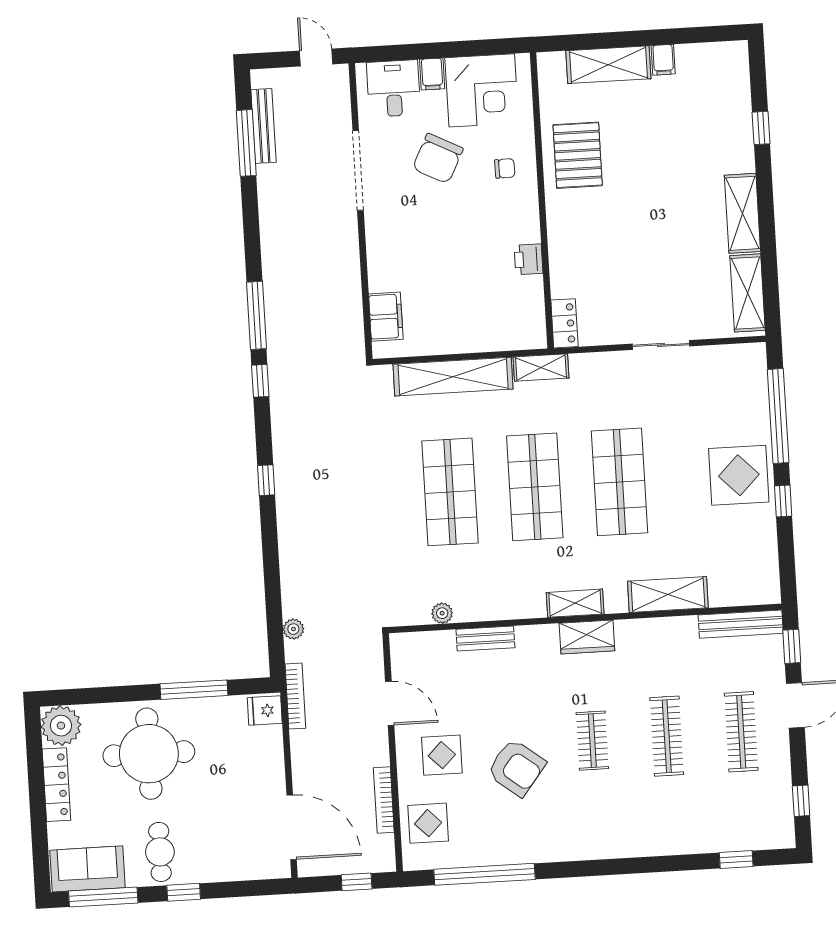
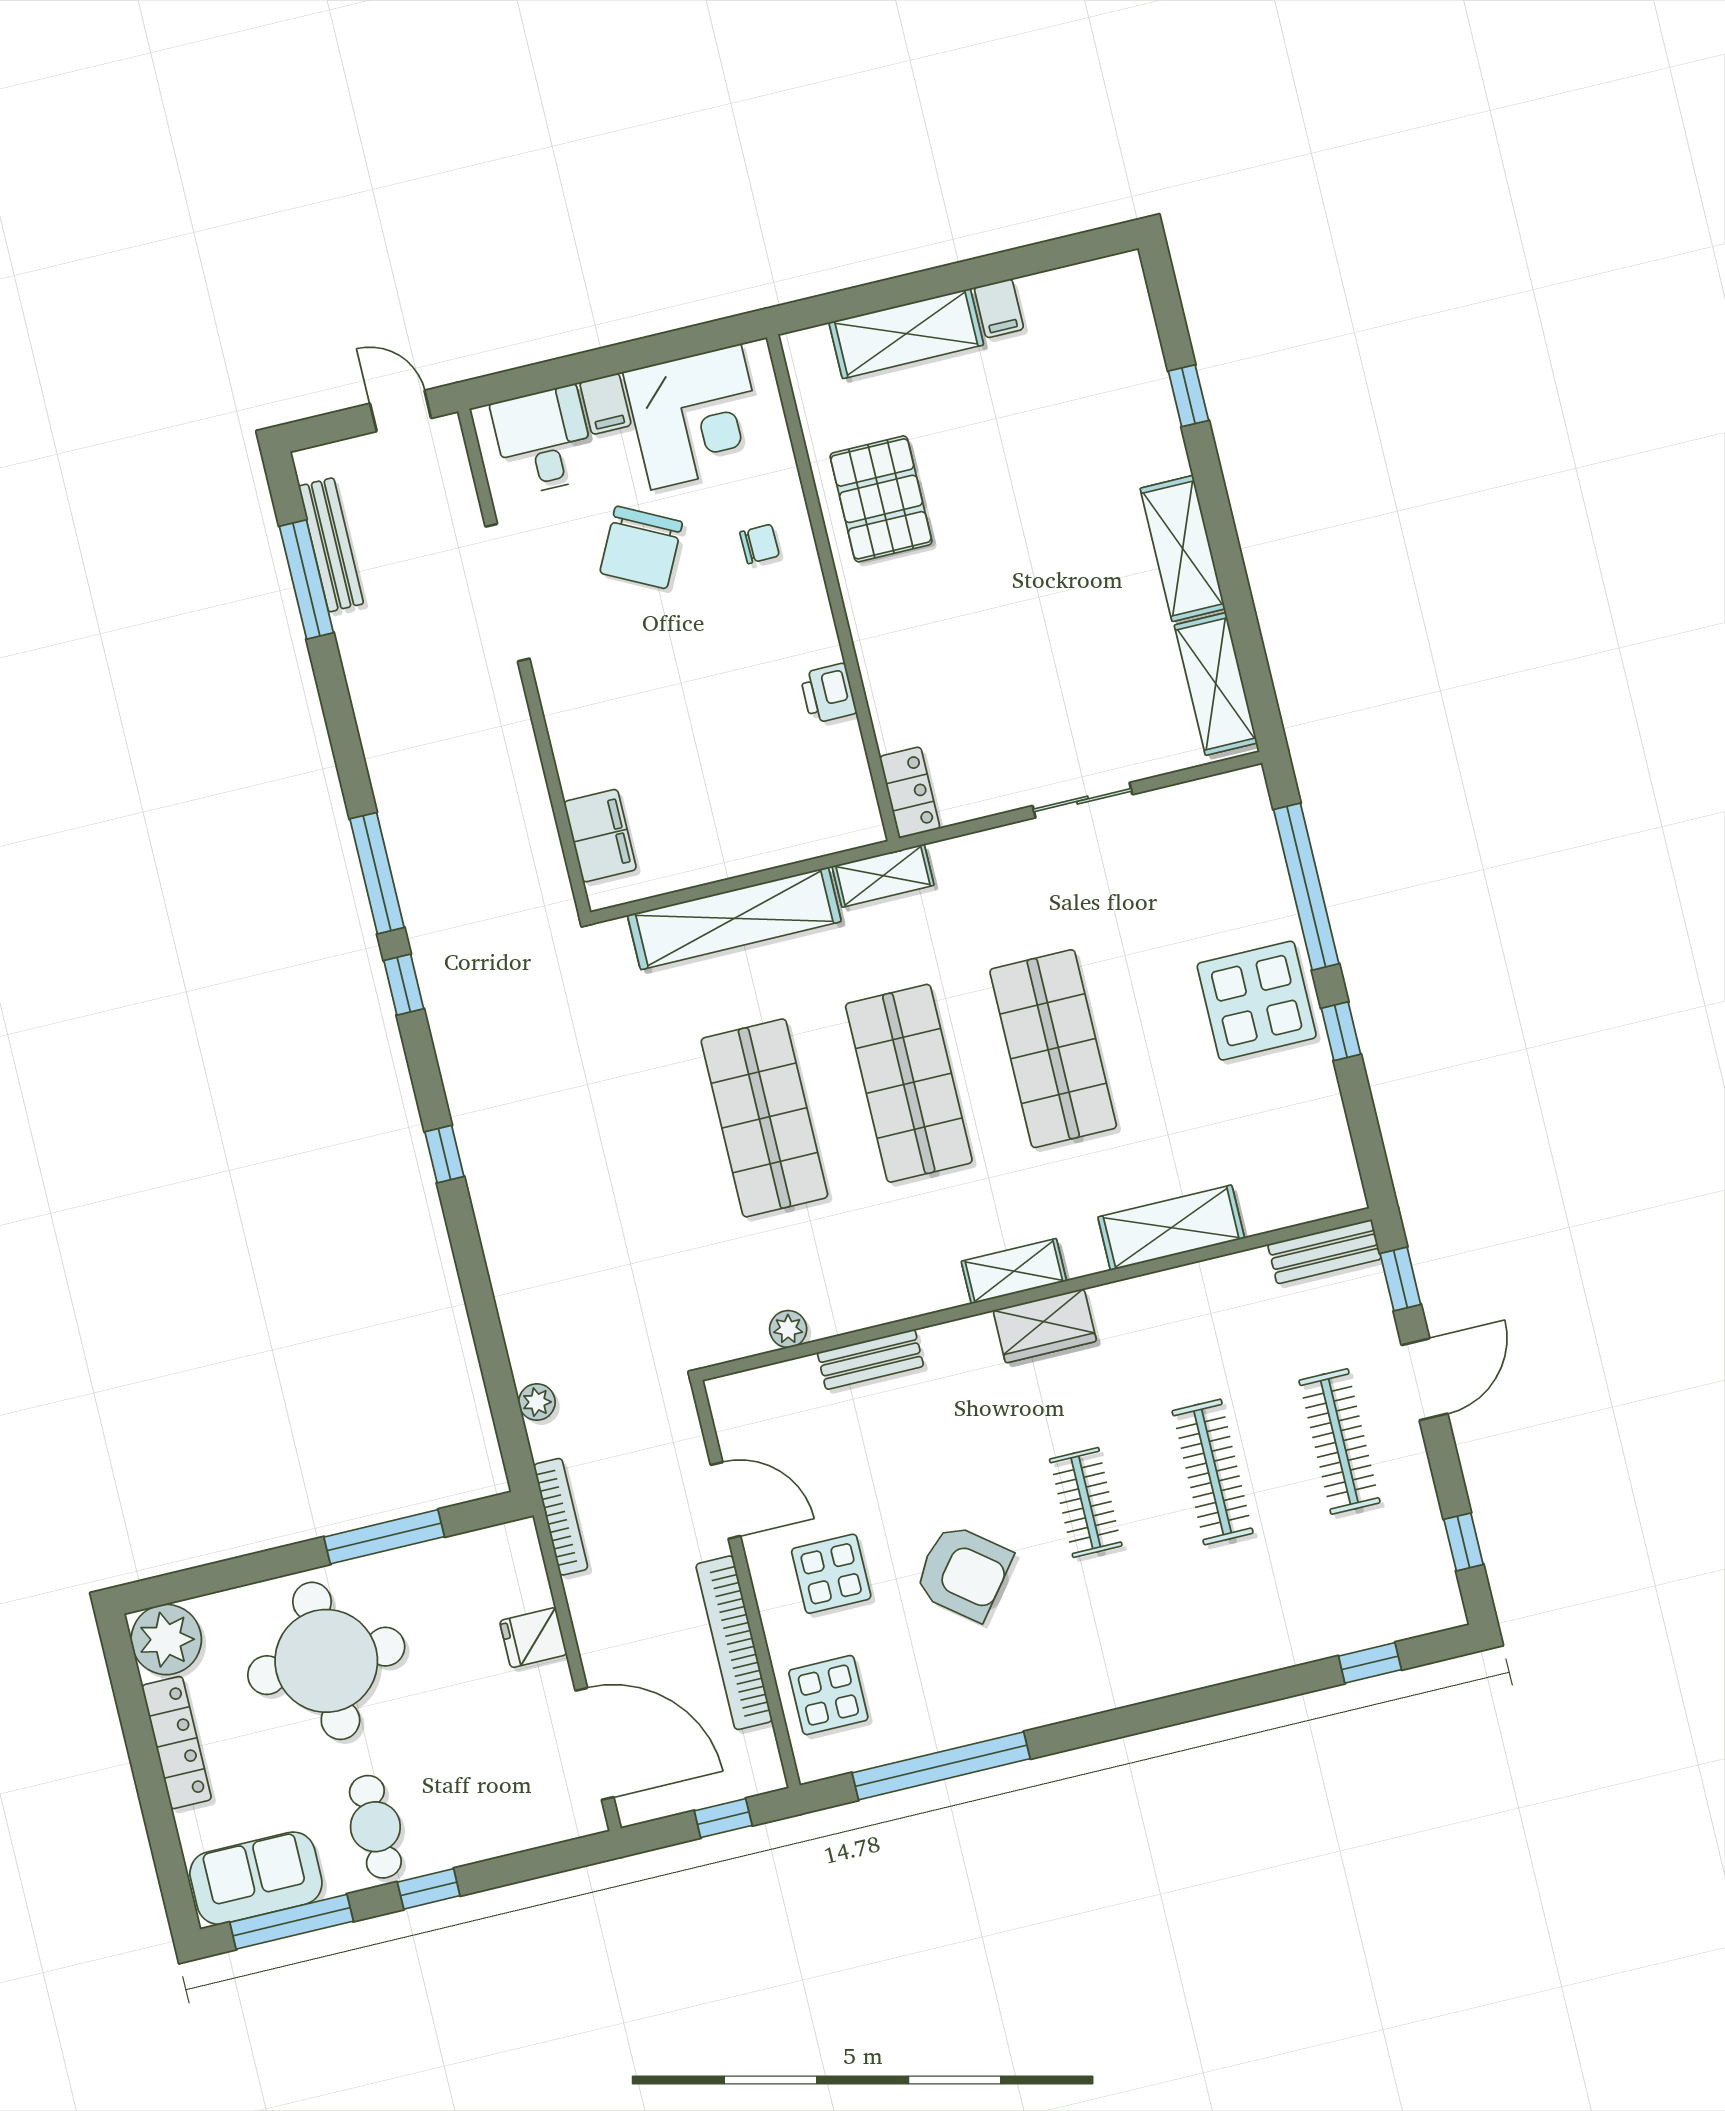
bench: (741, 624) -> (1324, 1252), width x0.73
fridge: (265, 711) -> (533, 1638), moved
bookcase: (384, 800) -> (734, 1643), width x1.48, depth x1.31

